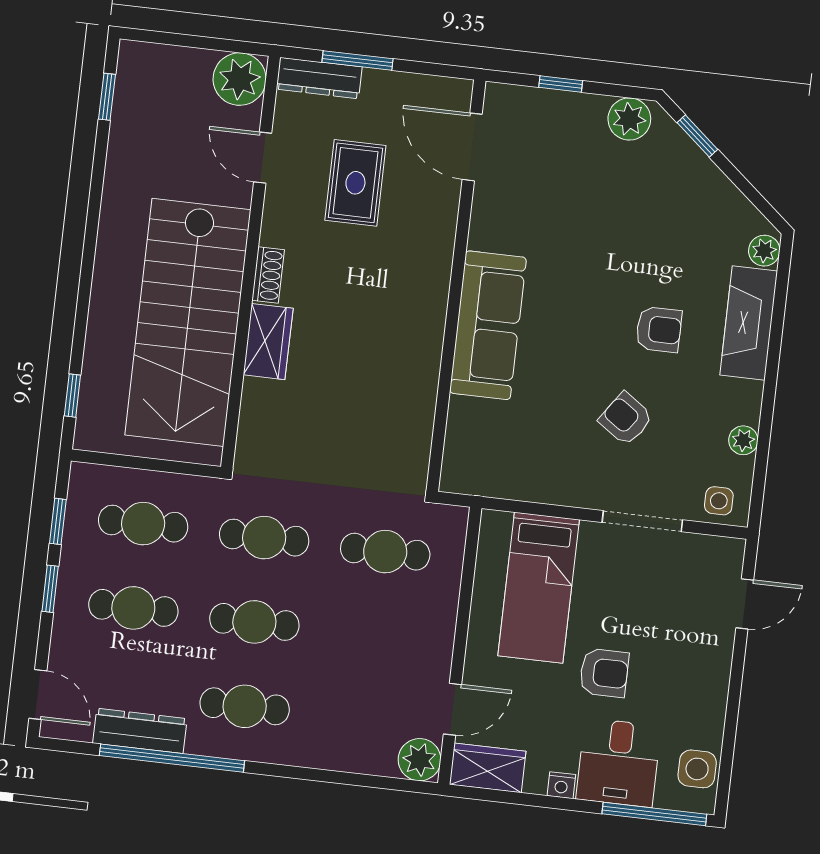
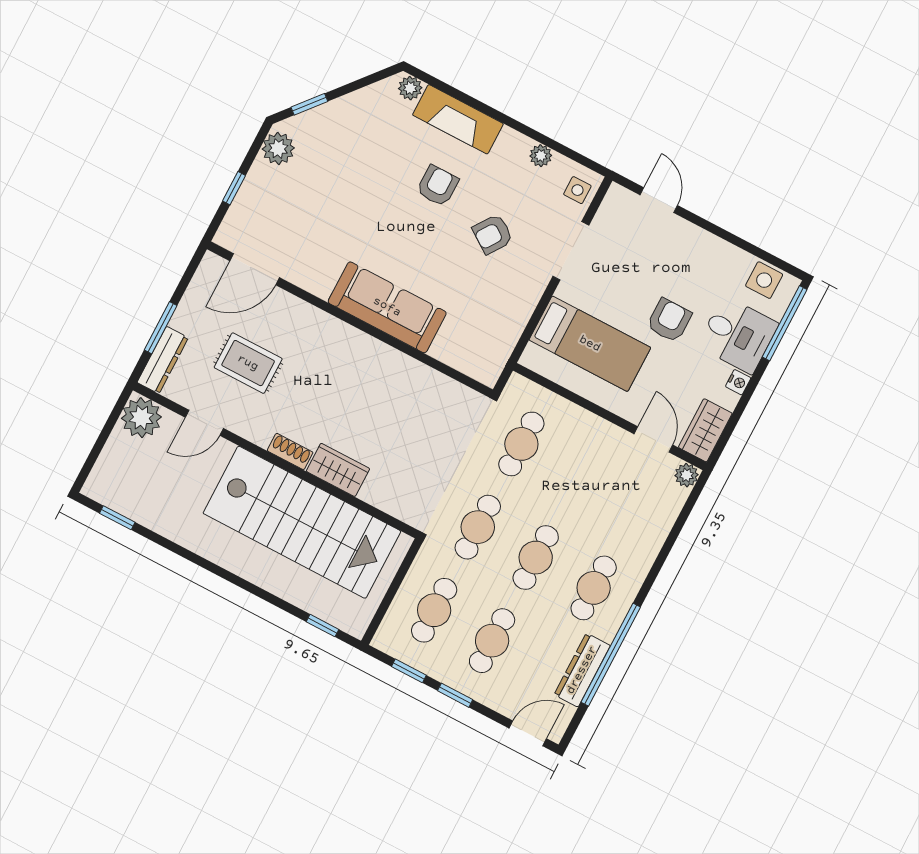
plant: (420, 760) -> (687, 475), width x0.73, depth x0.73

